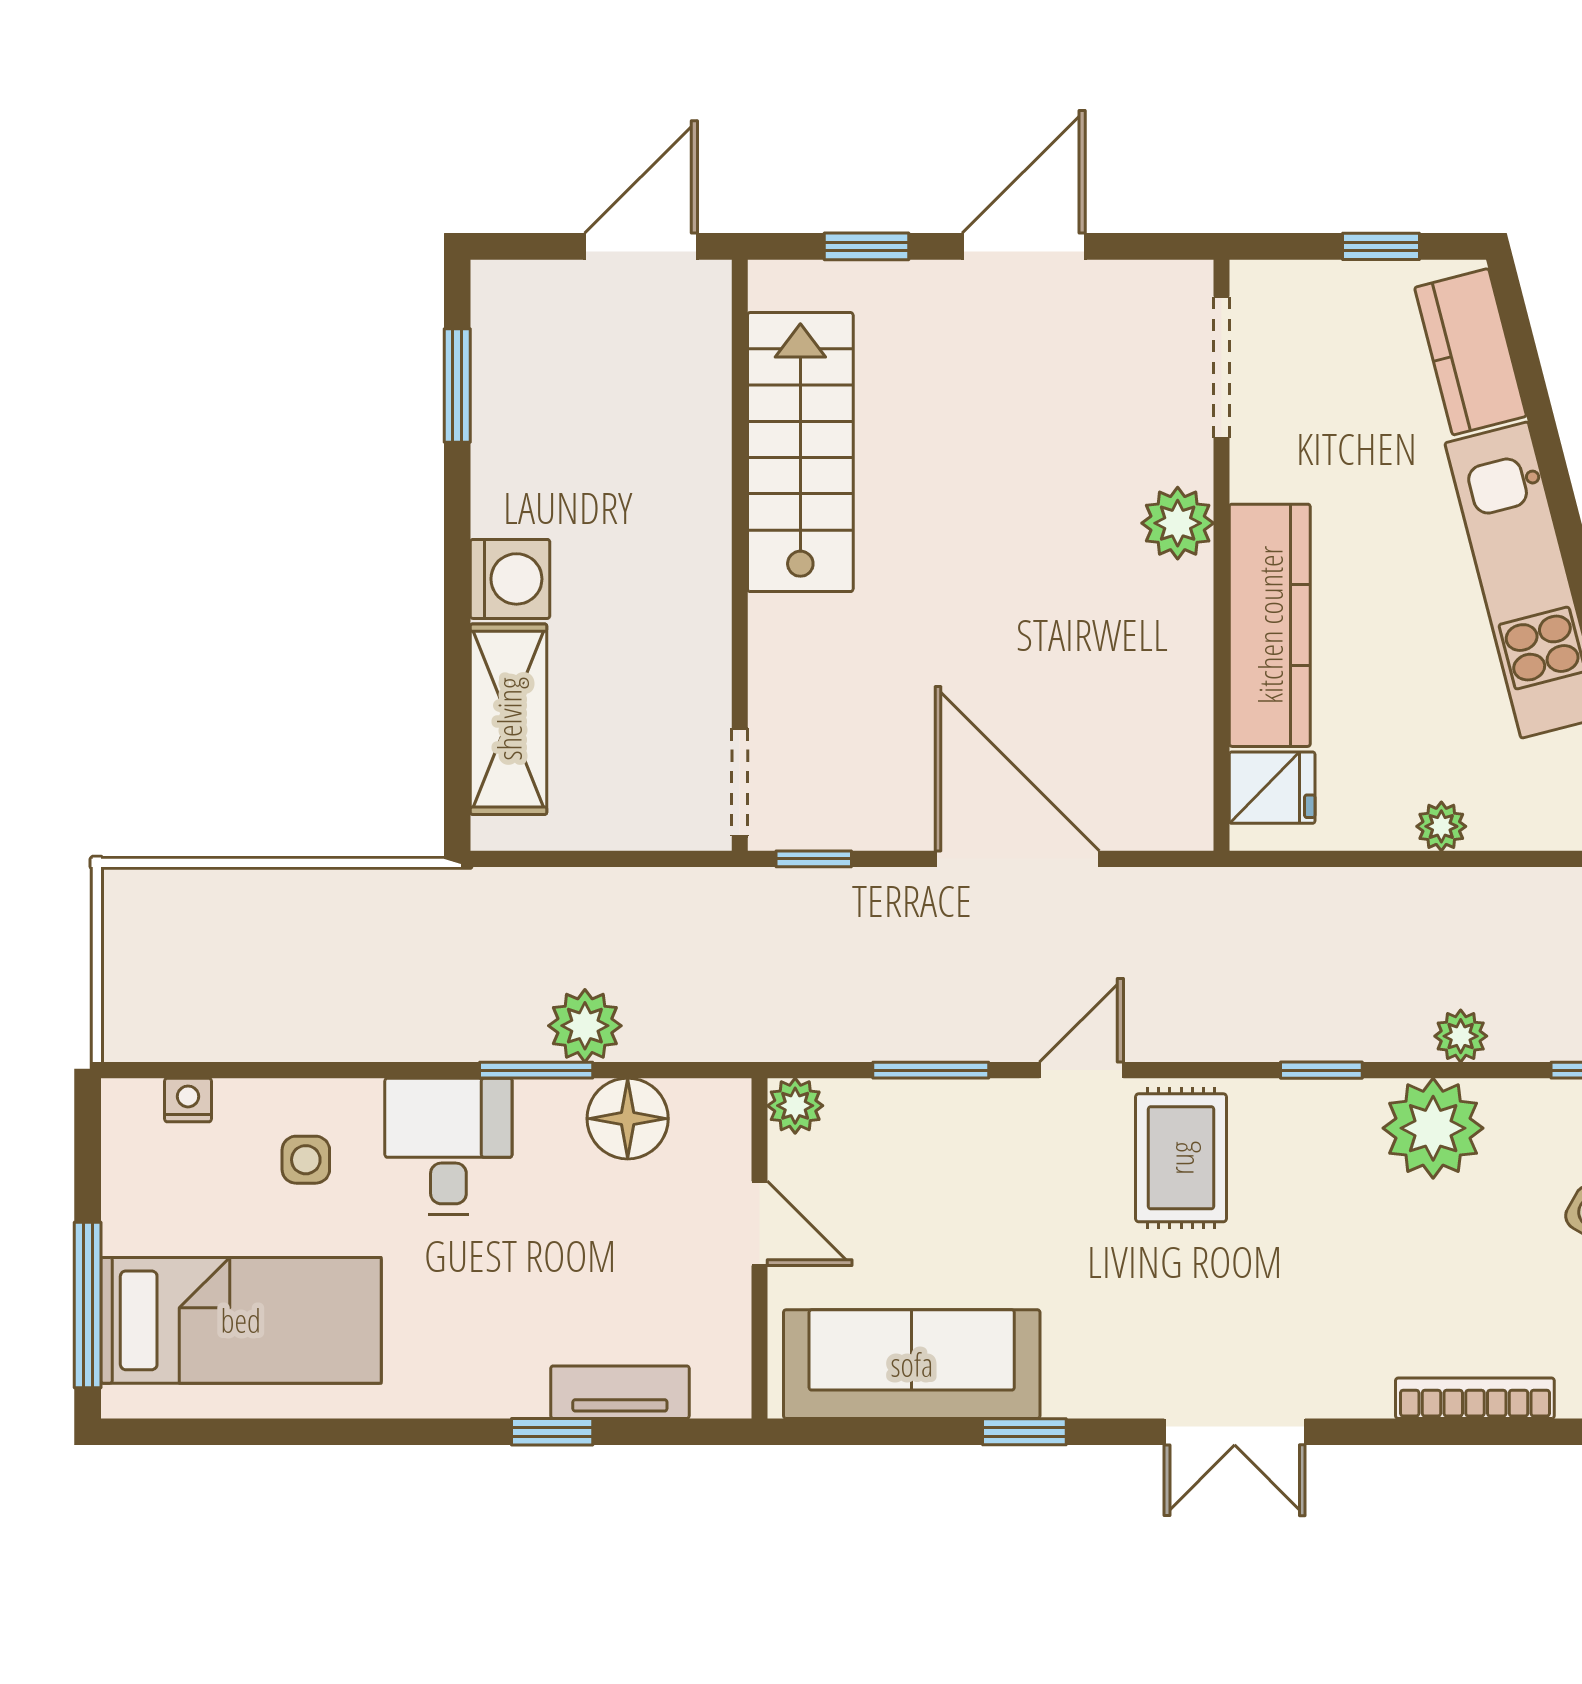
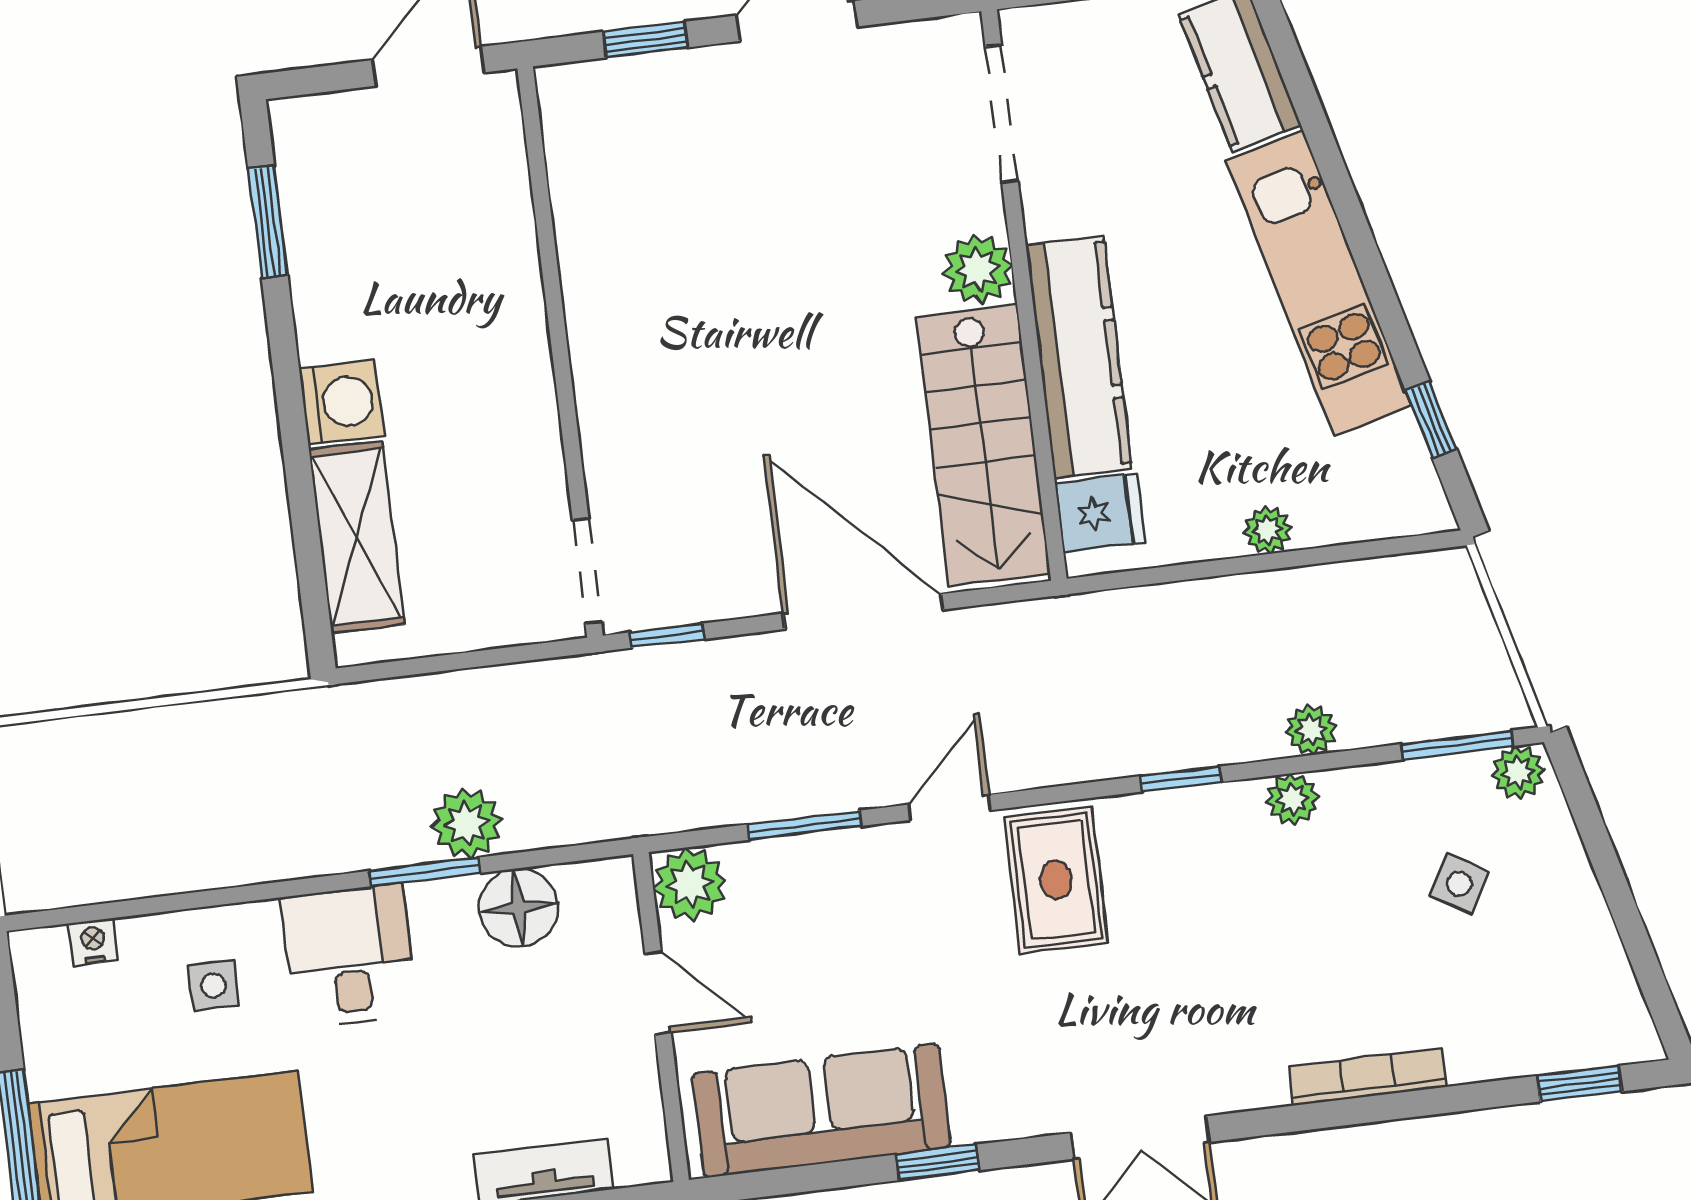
stairs: (800, 452) -> (983, 445), moved, turned 180
plant: (795, 1106) -> (690, 884), width x1.38, depth x1.38
plant: (1433, 1128) -> (1293, 799), width x0.53, depth x0.53

